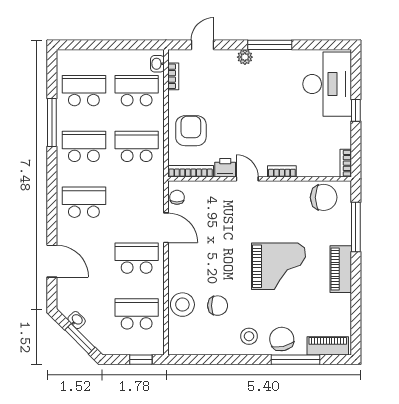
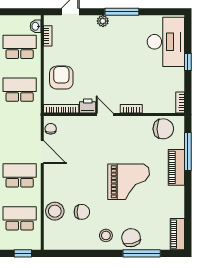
piano: (341, 269) -> (176, 167), moved
piano: (328, 346) -> (177, 234), moved, turned -90

